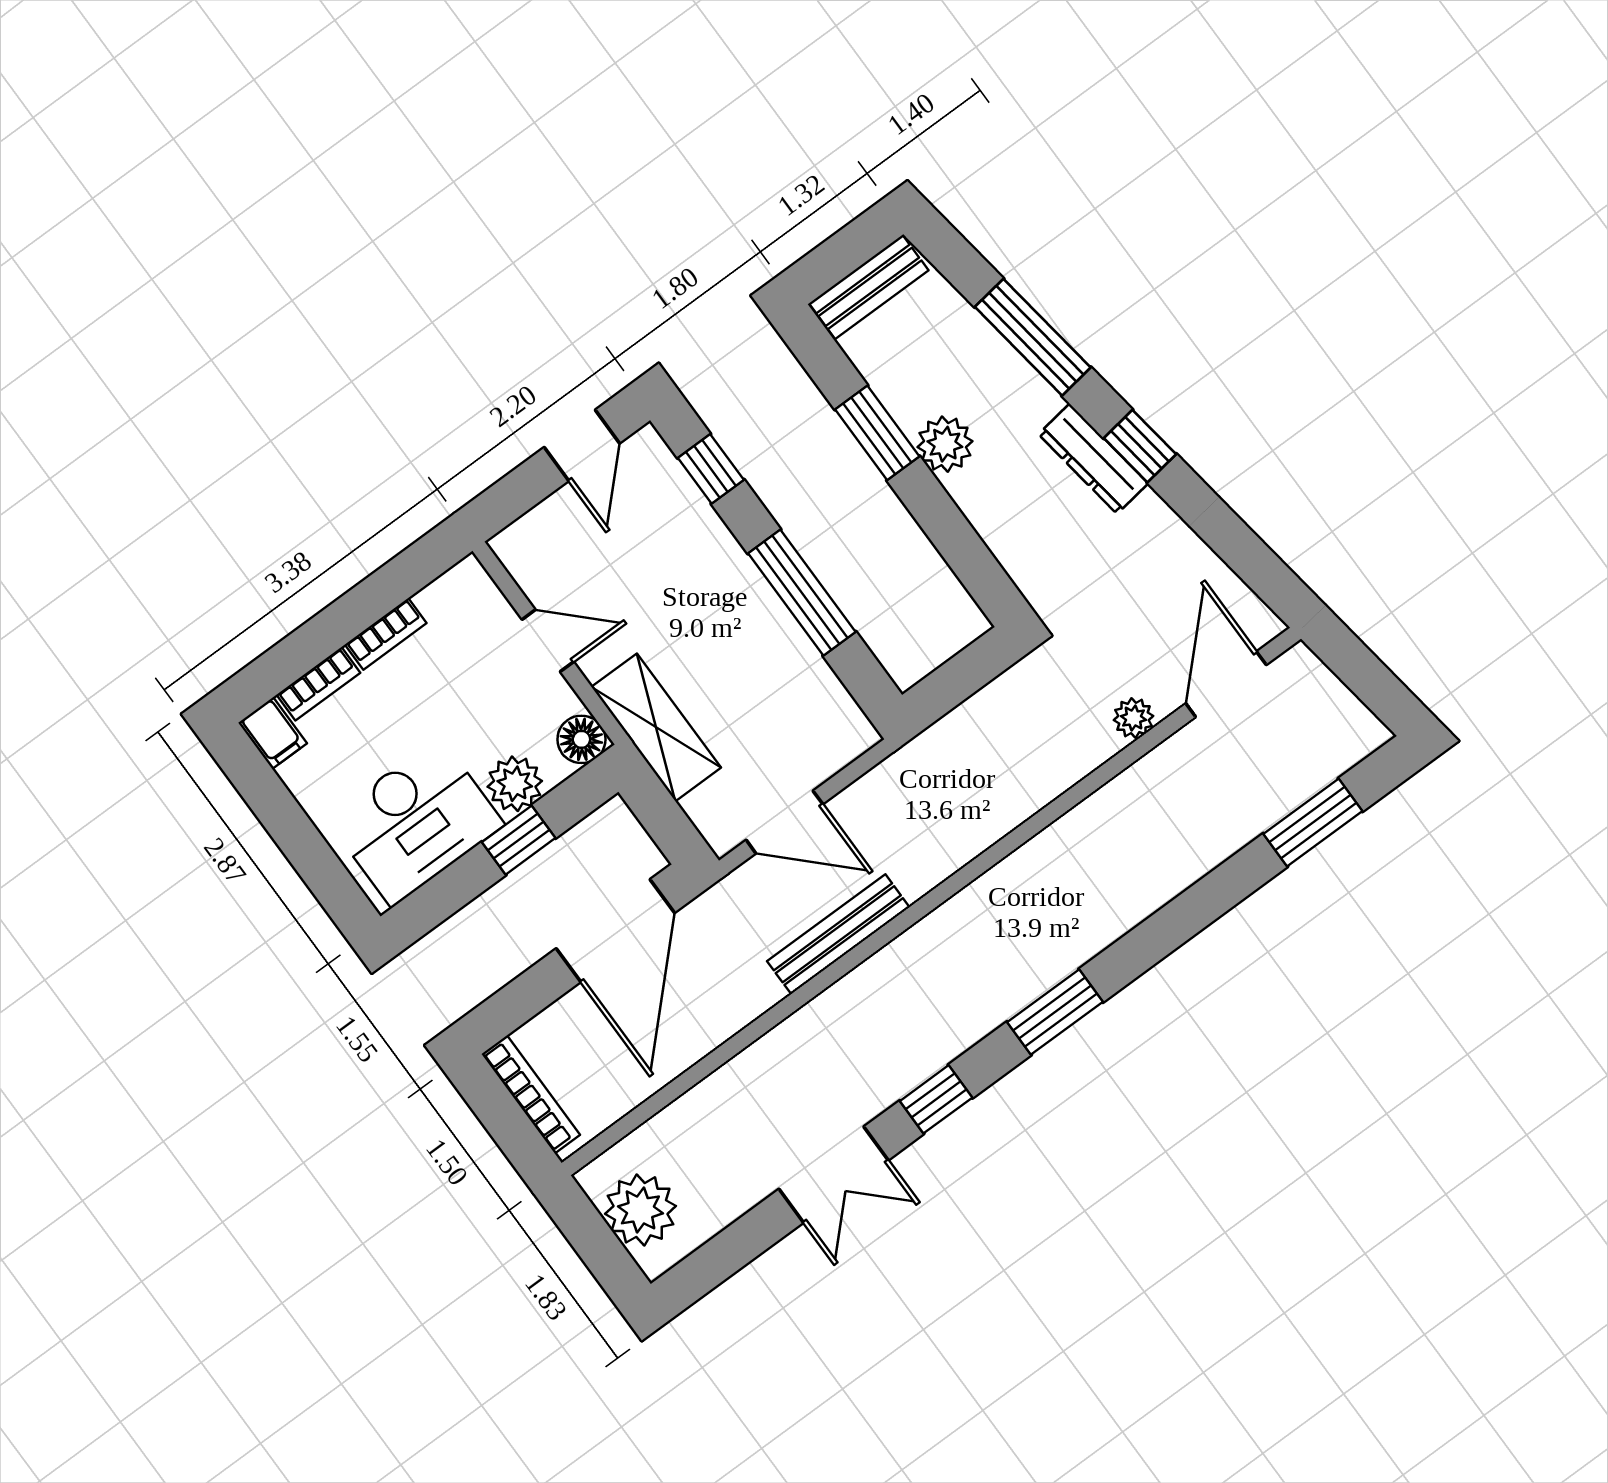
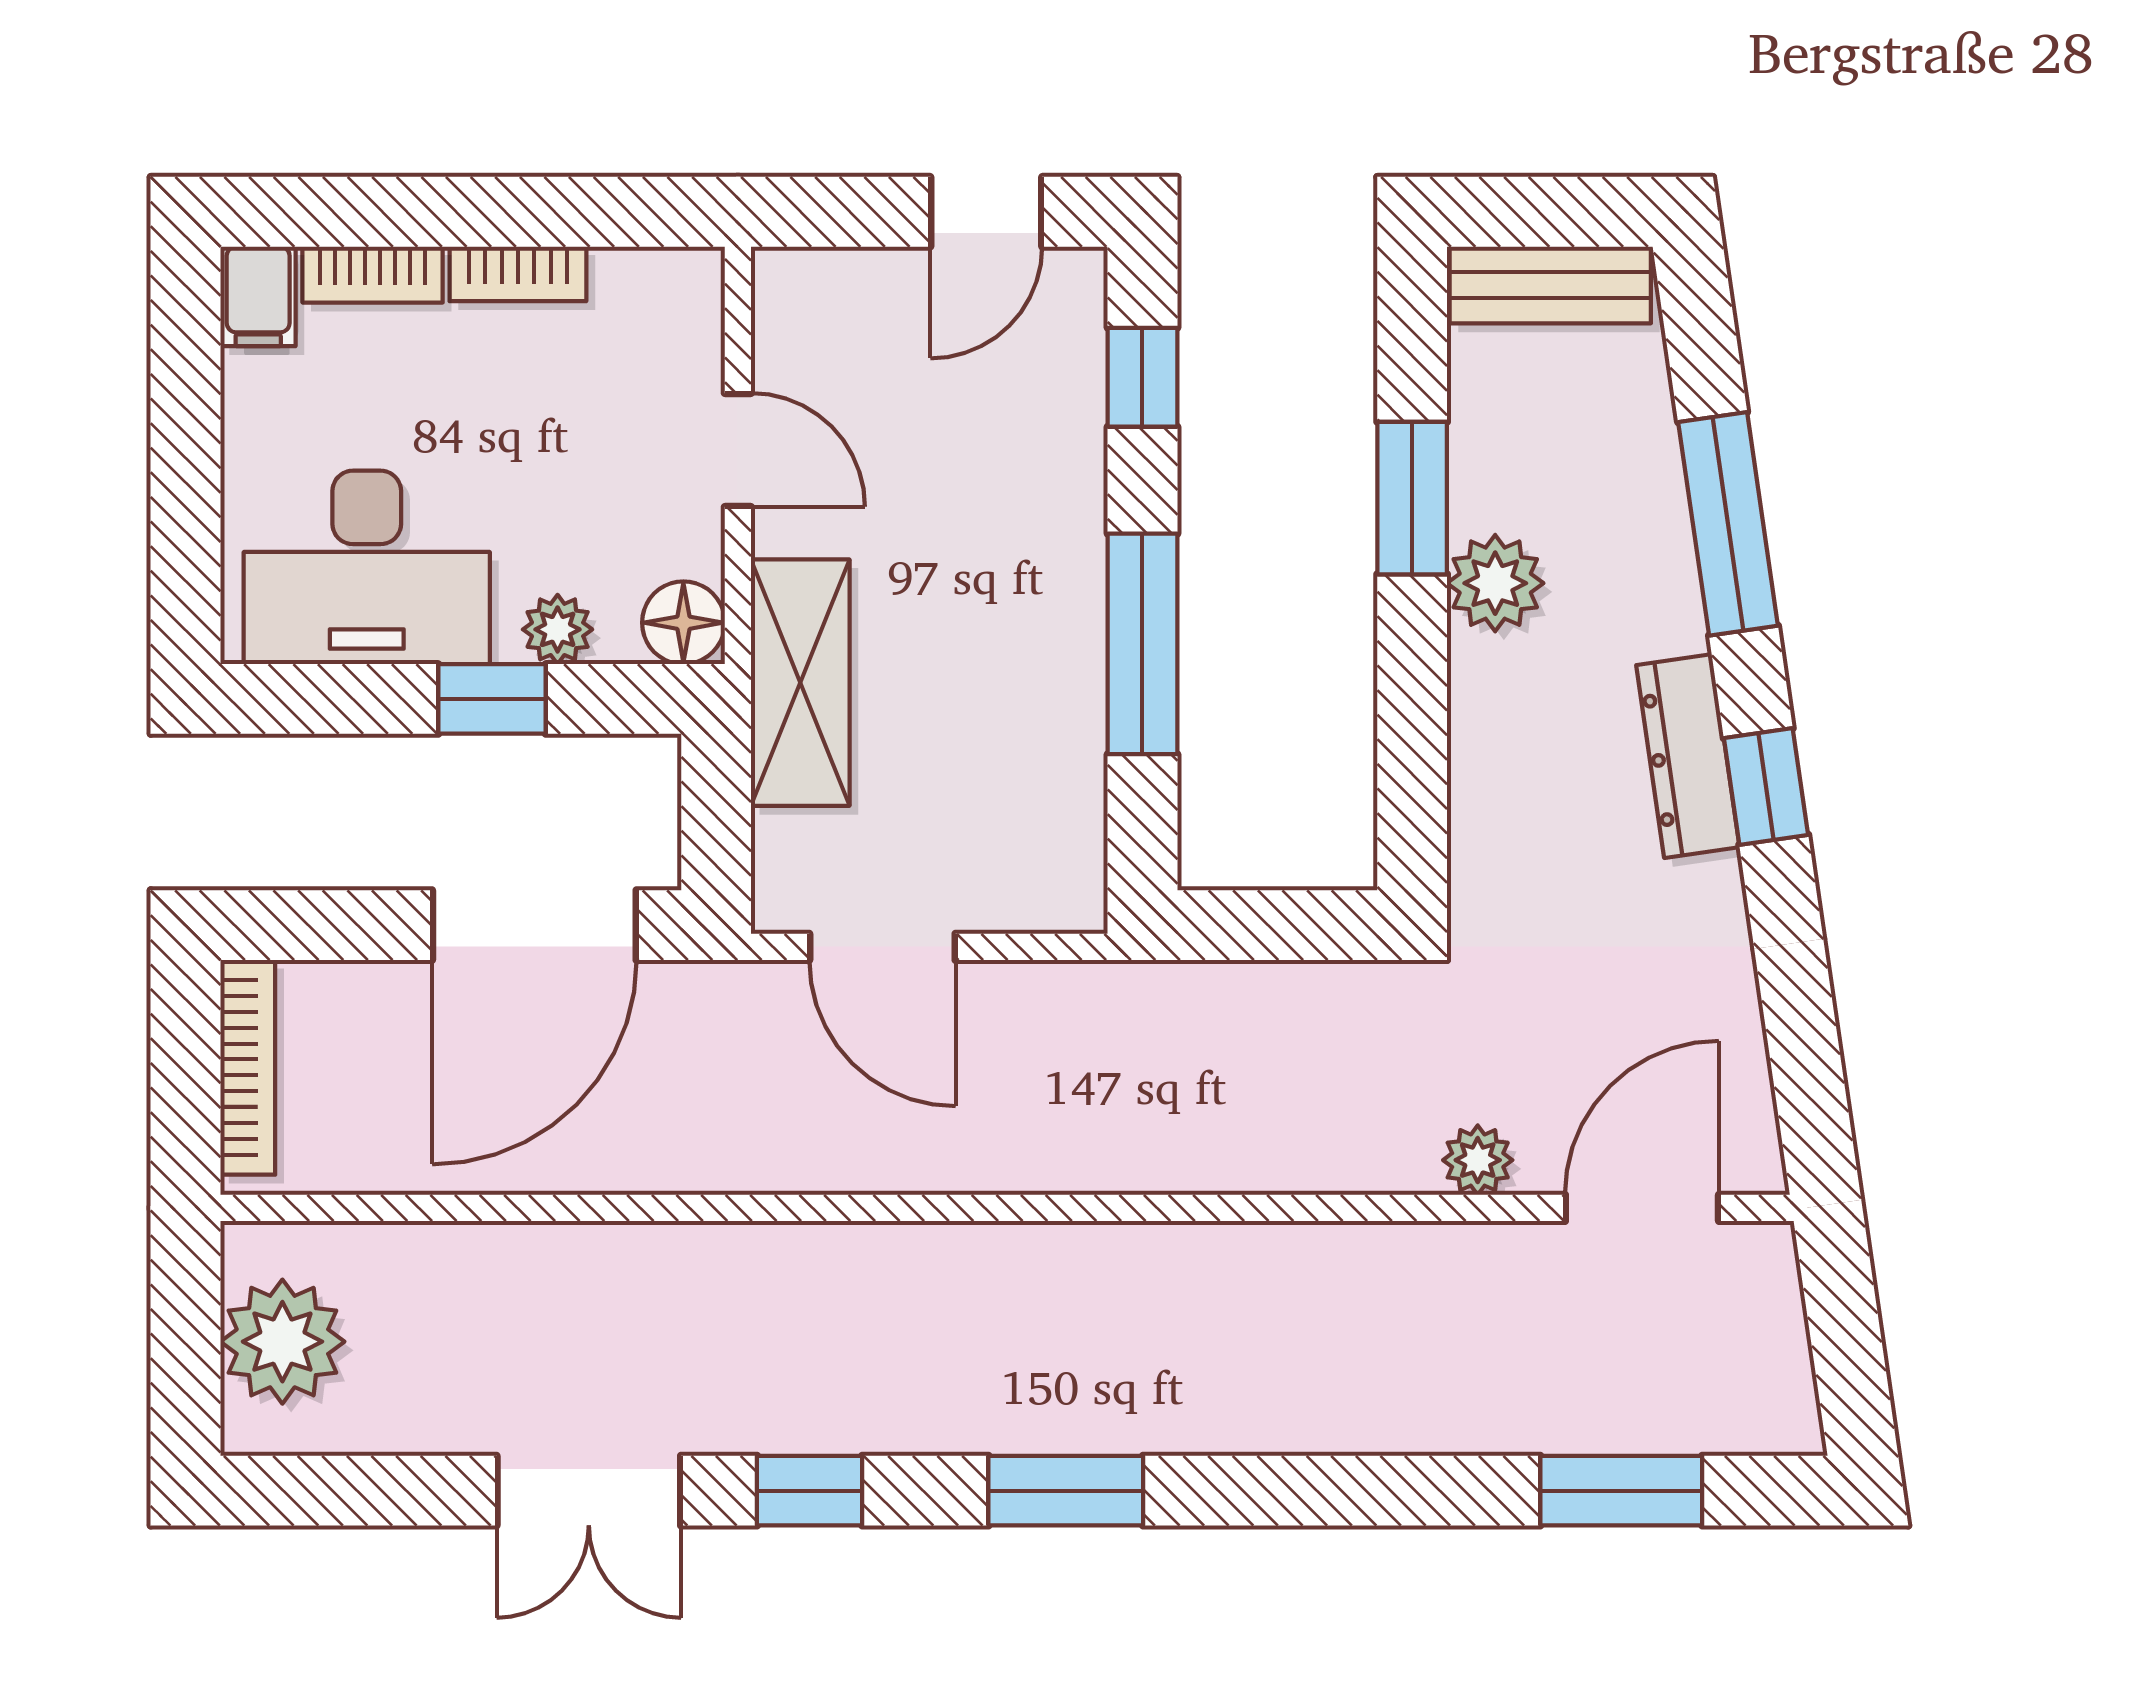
plant: (515, 784) -> (558, 629), width x0.73, depth x0.73
bench: (838, 934) -> (842, 1159), removed

